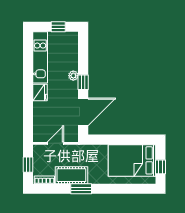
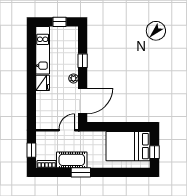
plant: (73, 76) -> (73, 78), moved
window: (83, 82) -> (83, 61), moved
door: (55, 143) -> (67, 130), moved

